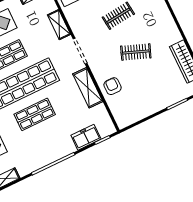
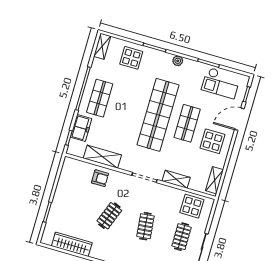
shelving: (88, 88) -> (102, 157), moved
shop shelf: (35, 114) -> (100, 98), moved

